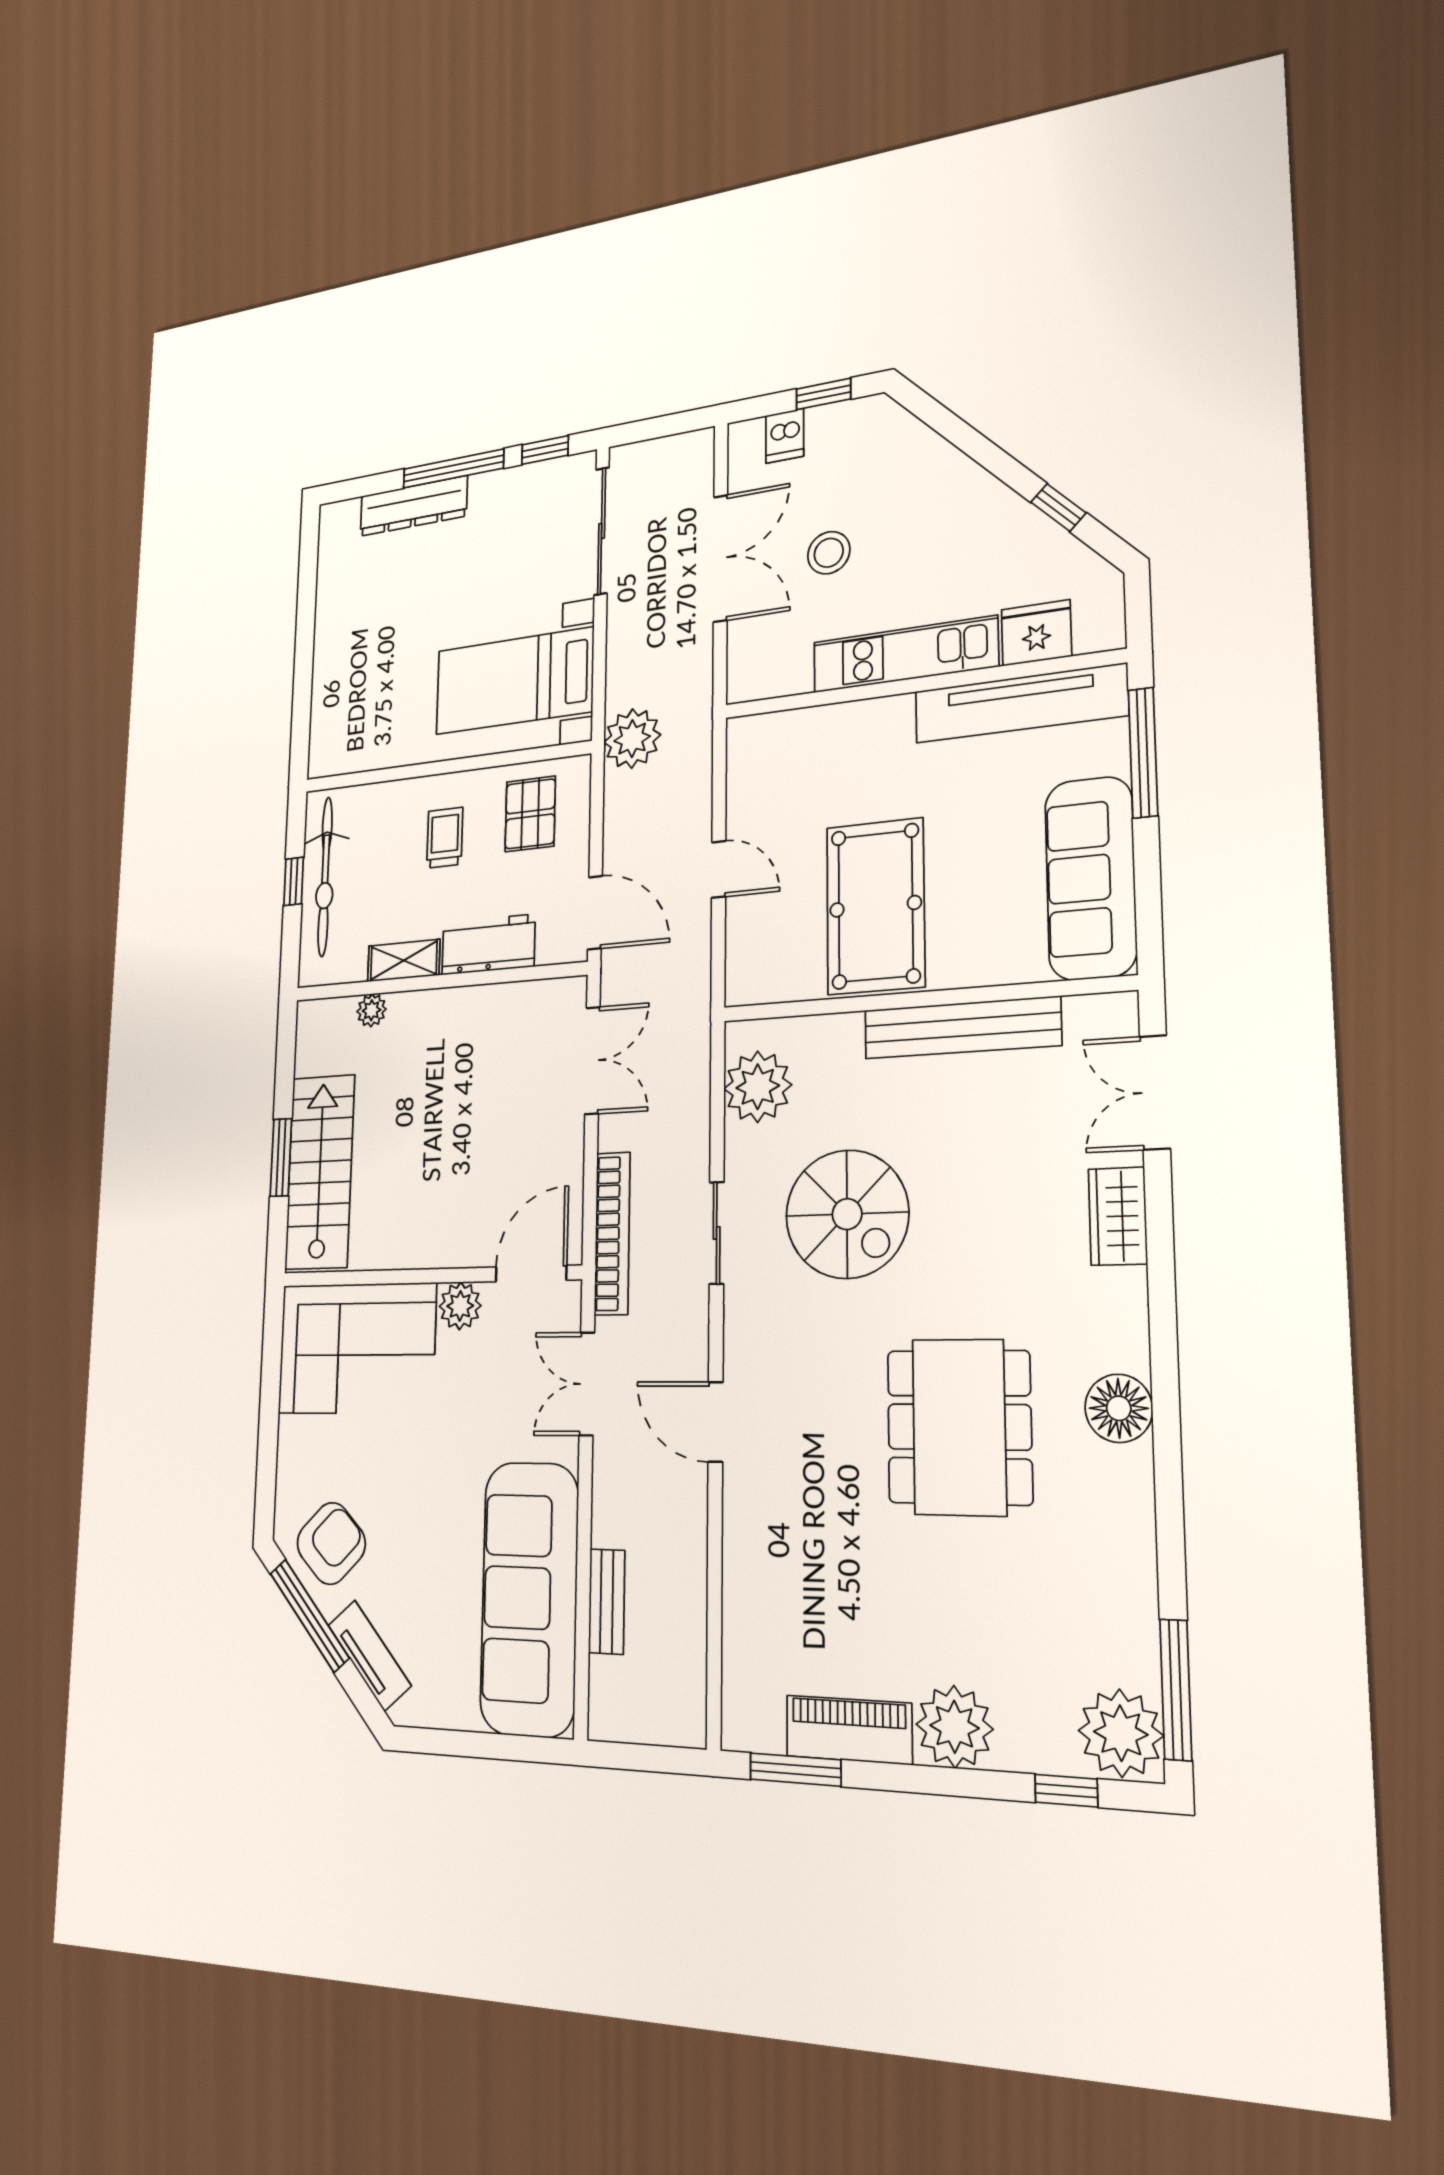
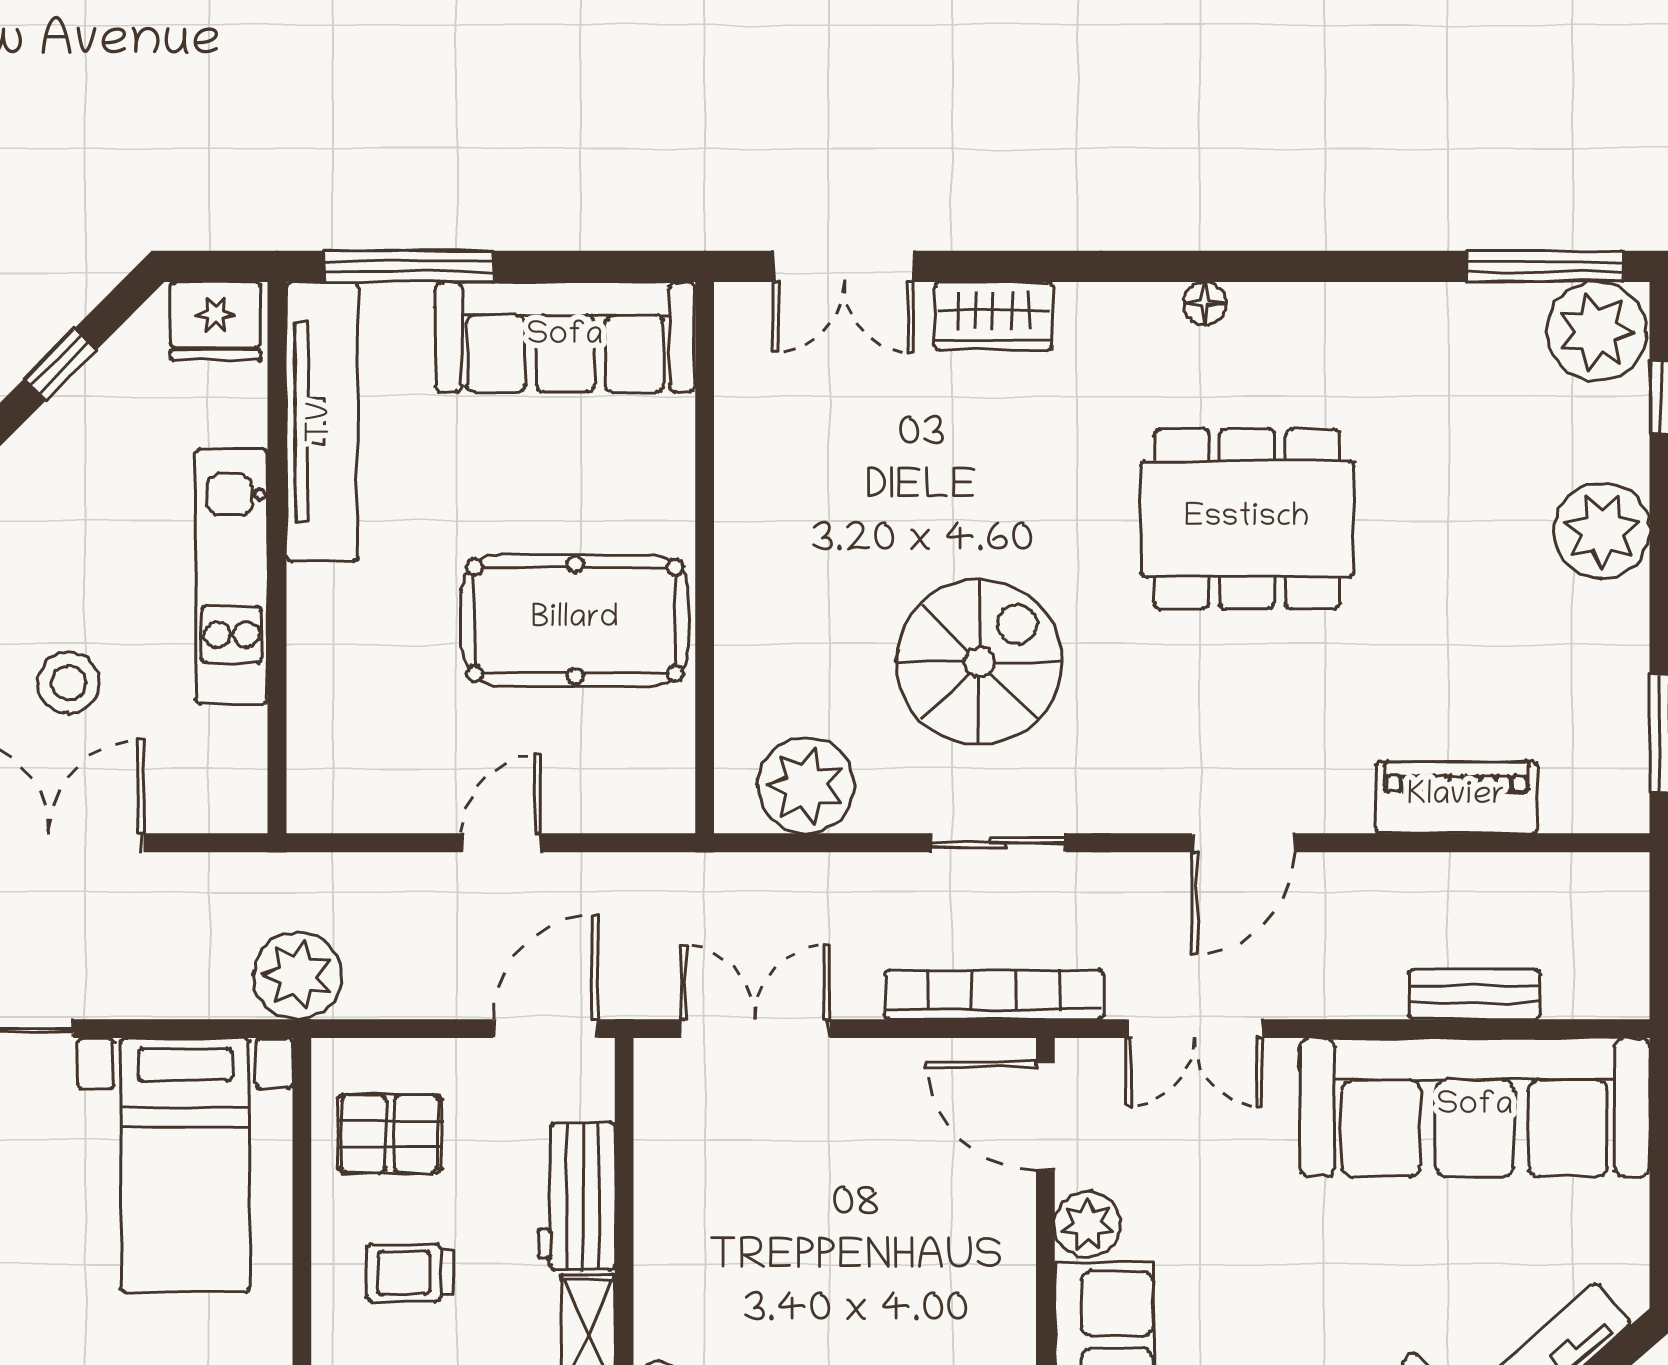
fridge: (1036, 633) -> (215, 321), moved, turned -90
bench: (962, 1028) -> (746, 507), removed
floor lamp: (1119, 1408) -> (1205, 303), width x0.53, depth x0.53
piano: (849, 1730) -> (1456, 797), moved, turned 90

